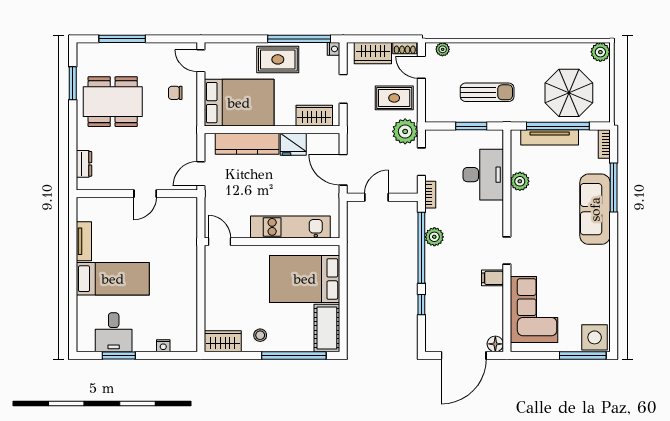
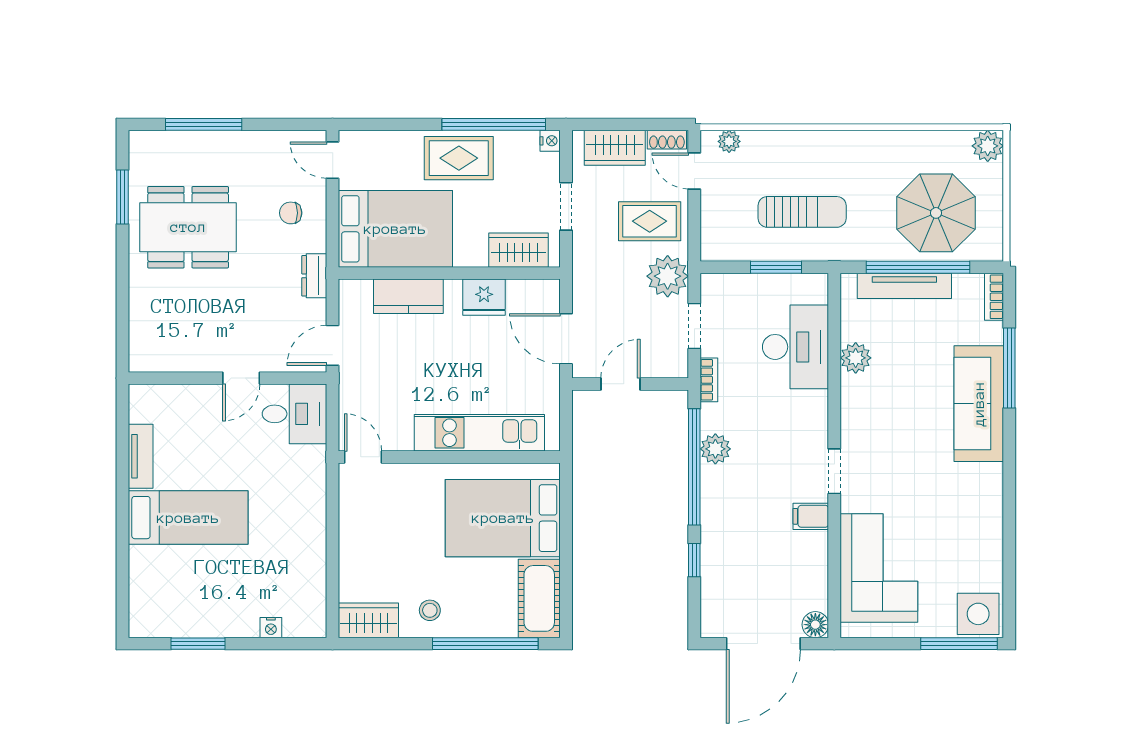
kitchen counter: (247, 144) -> (408, 296), width x0.67
dresser: (84, 164) -> (314, 276), moved, turned 180
desk: (114, 332) -> (295, 414), moved, turned -90

